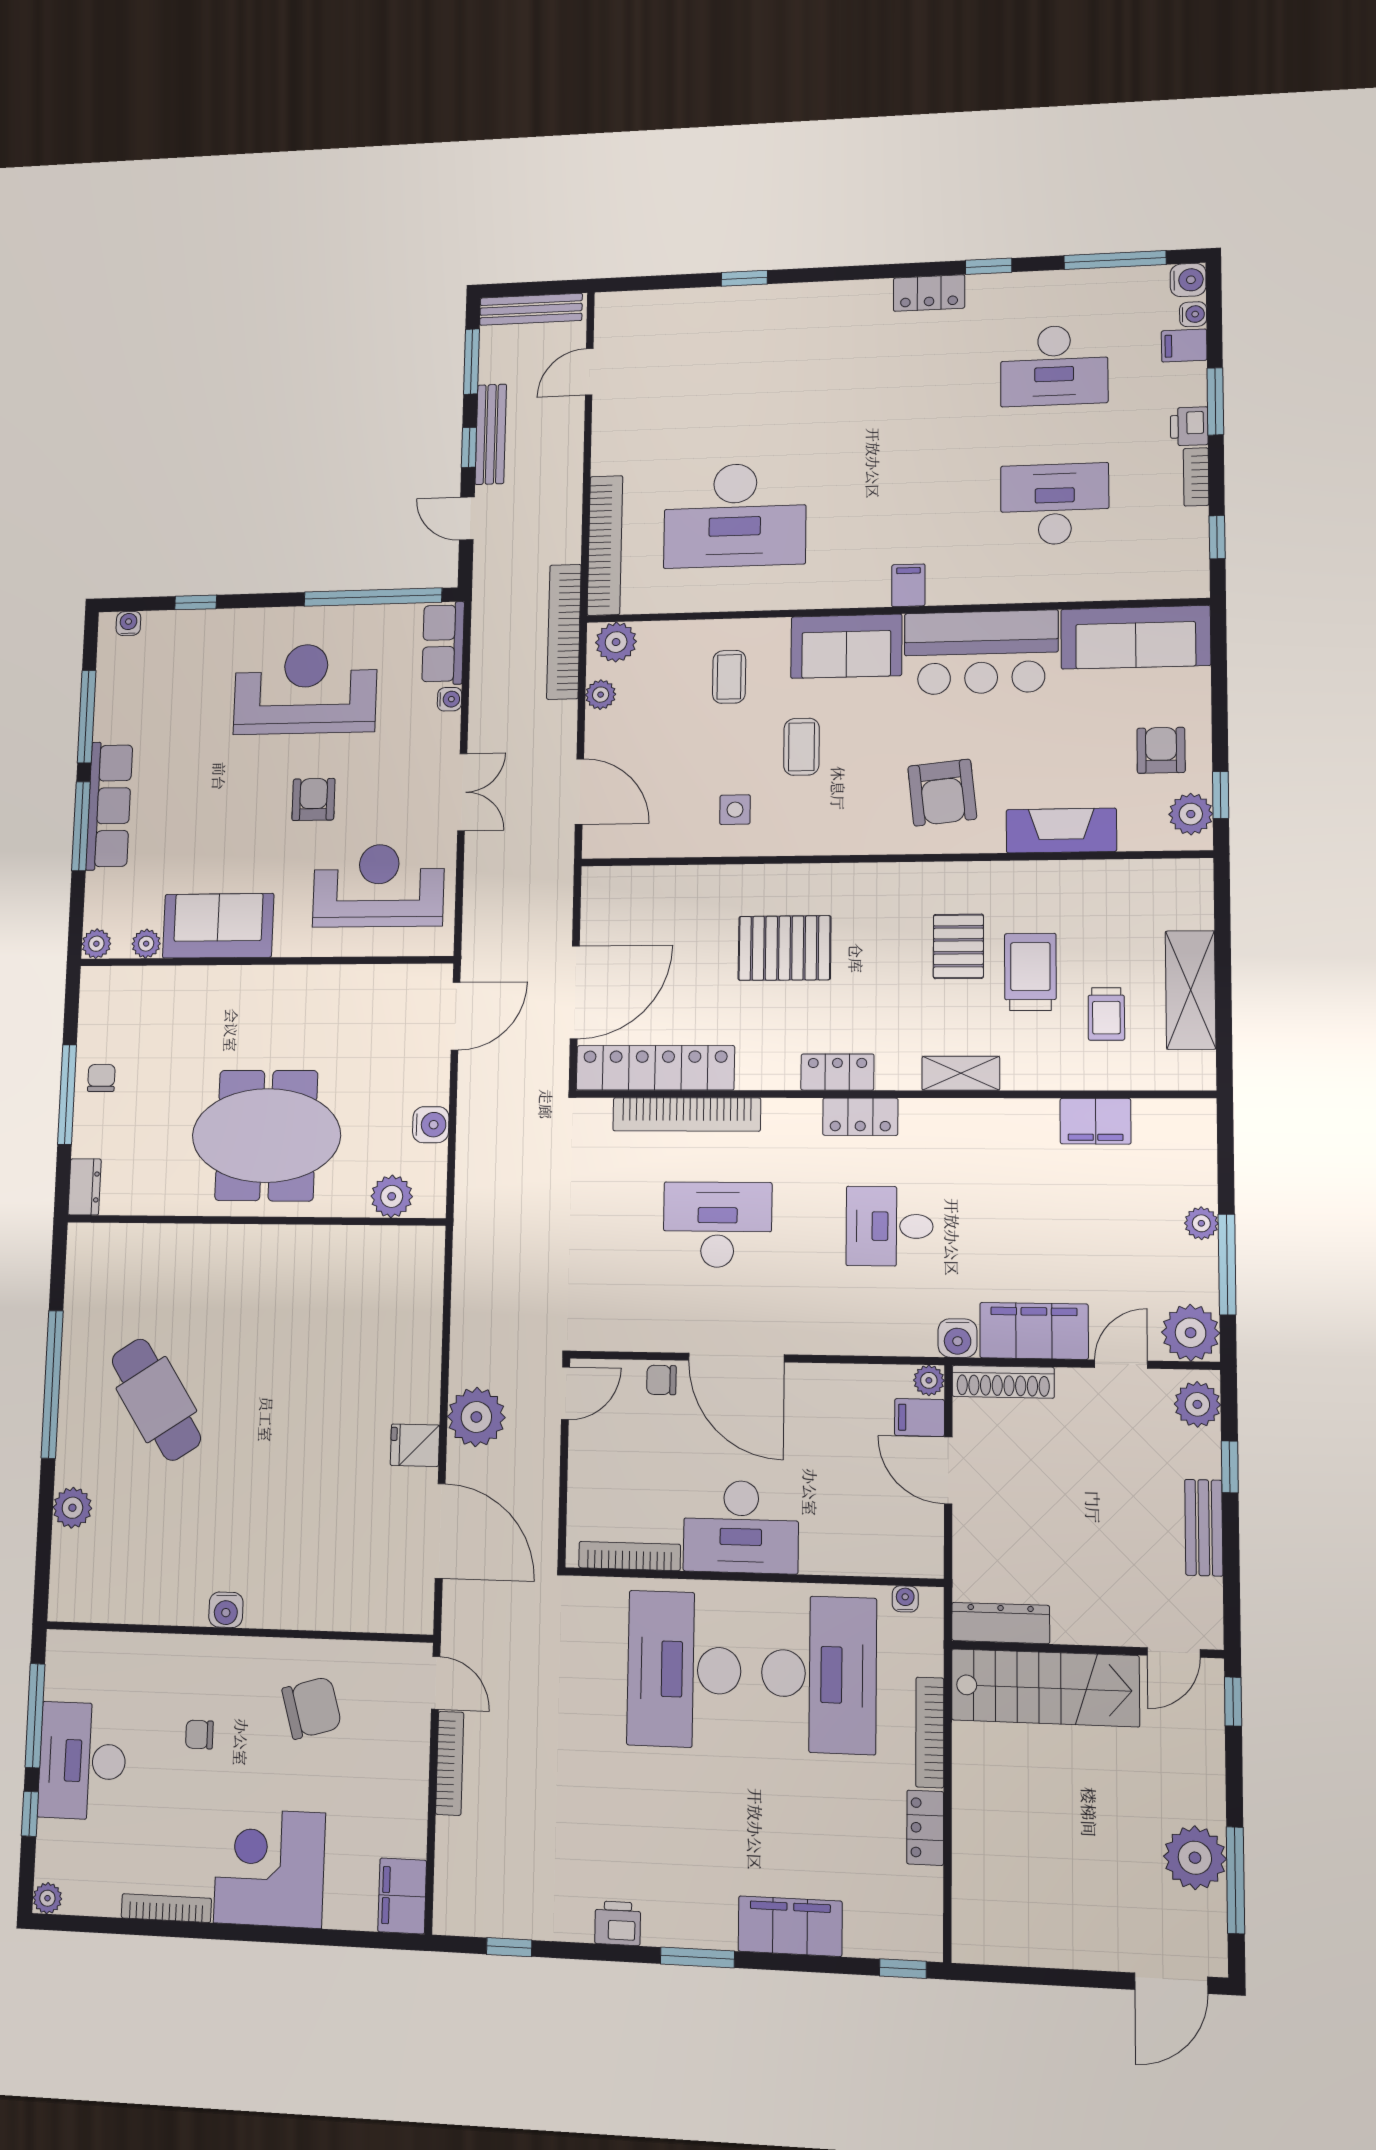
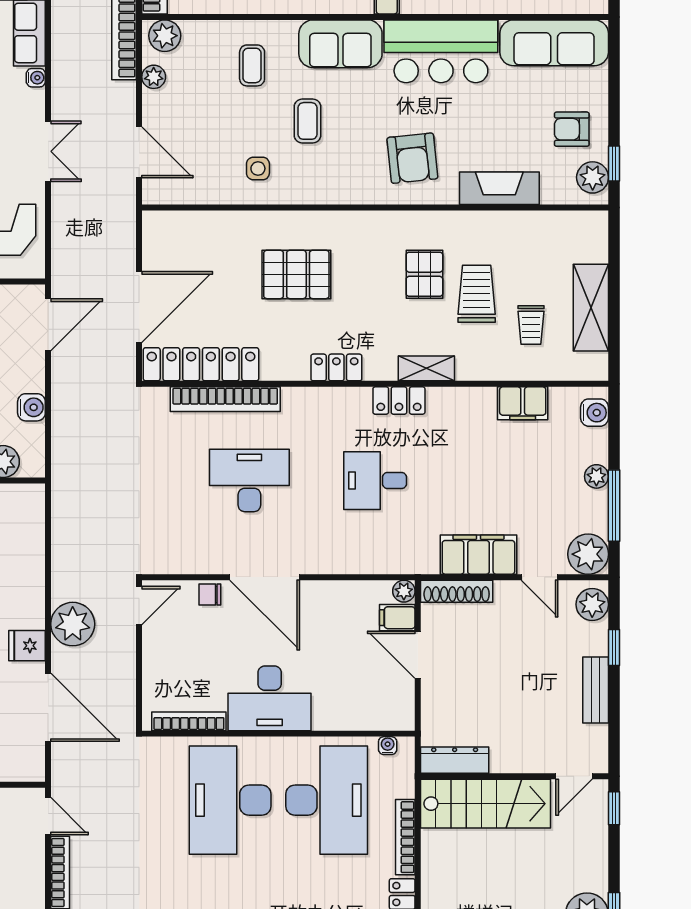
armchair: (1161, 750) -> (572, 129), turned -90
locker: (860, 1117) -> (399, 400), moved
water cooler: (958, 1338) -> (595, 413), moved, turned -90
door: (1121, 1364) -> (540, 577), swing flipped

